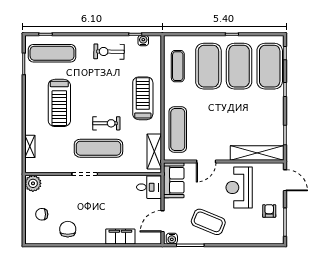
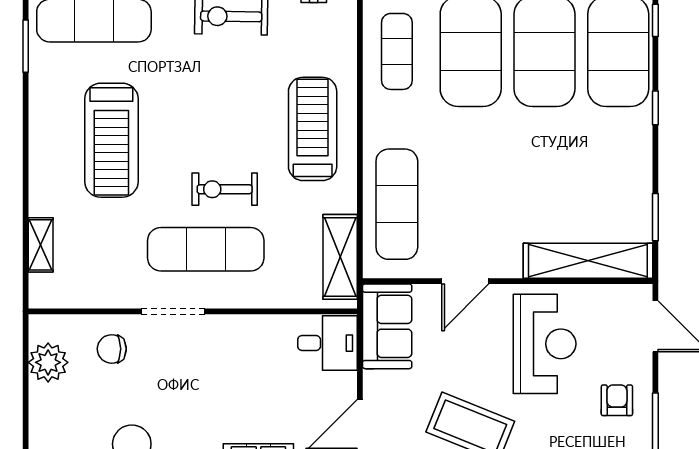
exercise bike: (106, 123) -> (225, 189), turned 180
plant: (33, 183) -> (48, 362), moved
reception desk: (239, 188) -> (545, 344), turned 180
chair: (42, 214) -> (112, 349), moved

